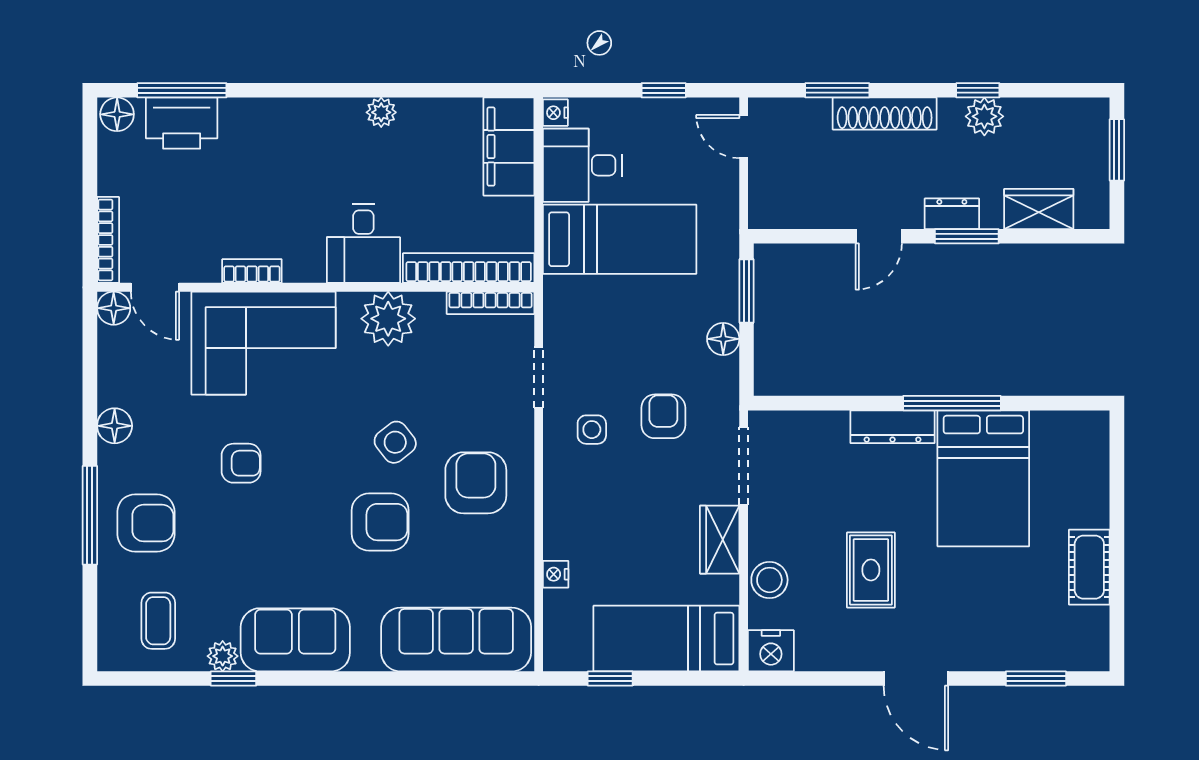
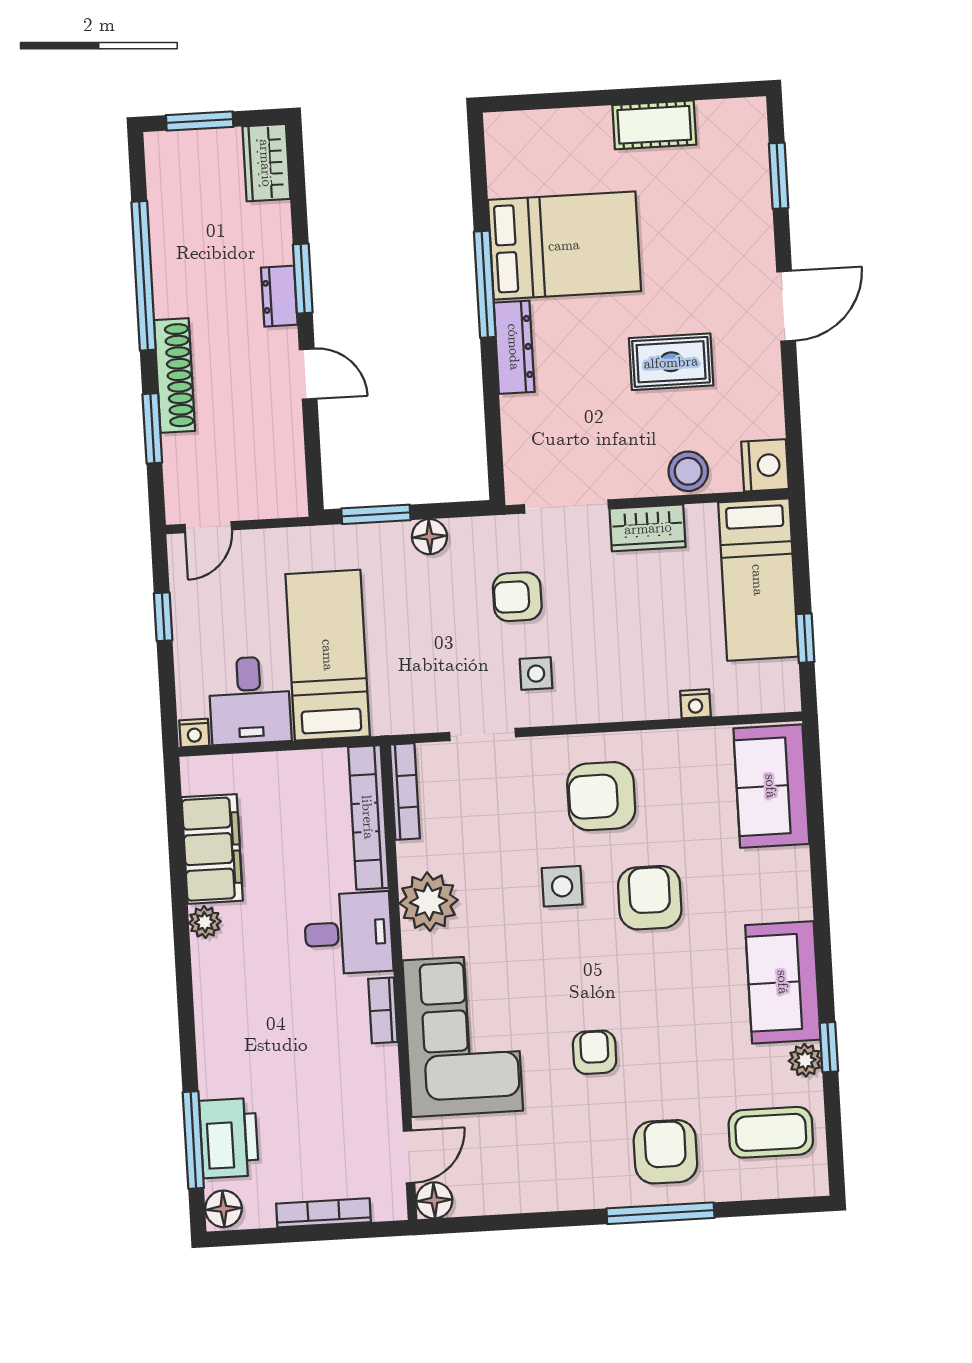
window: (978, 90) -> (144, 276), width x3.17
plant: (984, 116) -> (172, 267), removed
filing cabinet: (509, 147) -> (212, 849), moved, turned -90
wardrobe: (1039, 209) -> (266, 163), moved
bookcase: (108, 240) -> (323, 1213), moved
bookcase: (252, 271) -> (383, 1010), moved
floor lamp: (115, 426) -> (562, 1192), removed
side table: (395, 442) -> (562, 886), turned 38
coffee table: (158, 621) -> (771, 1132), width x1.36, depth x1.30
sofa: (456, 640) -> (771, 786), width x0.73

